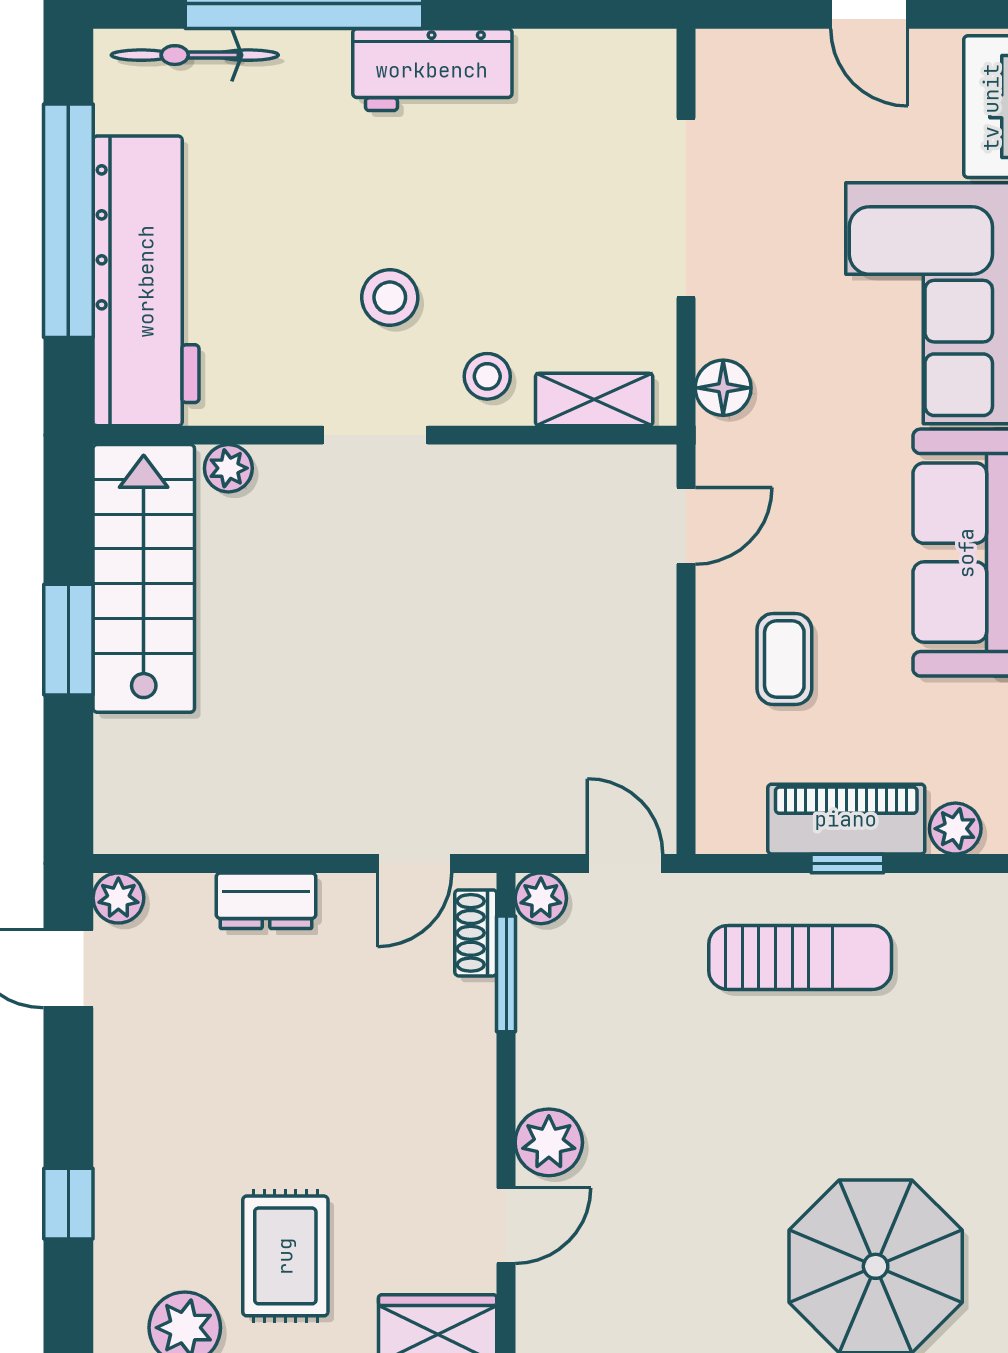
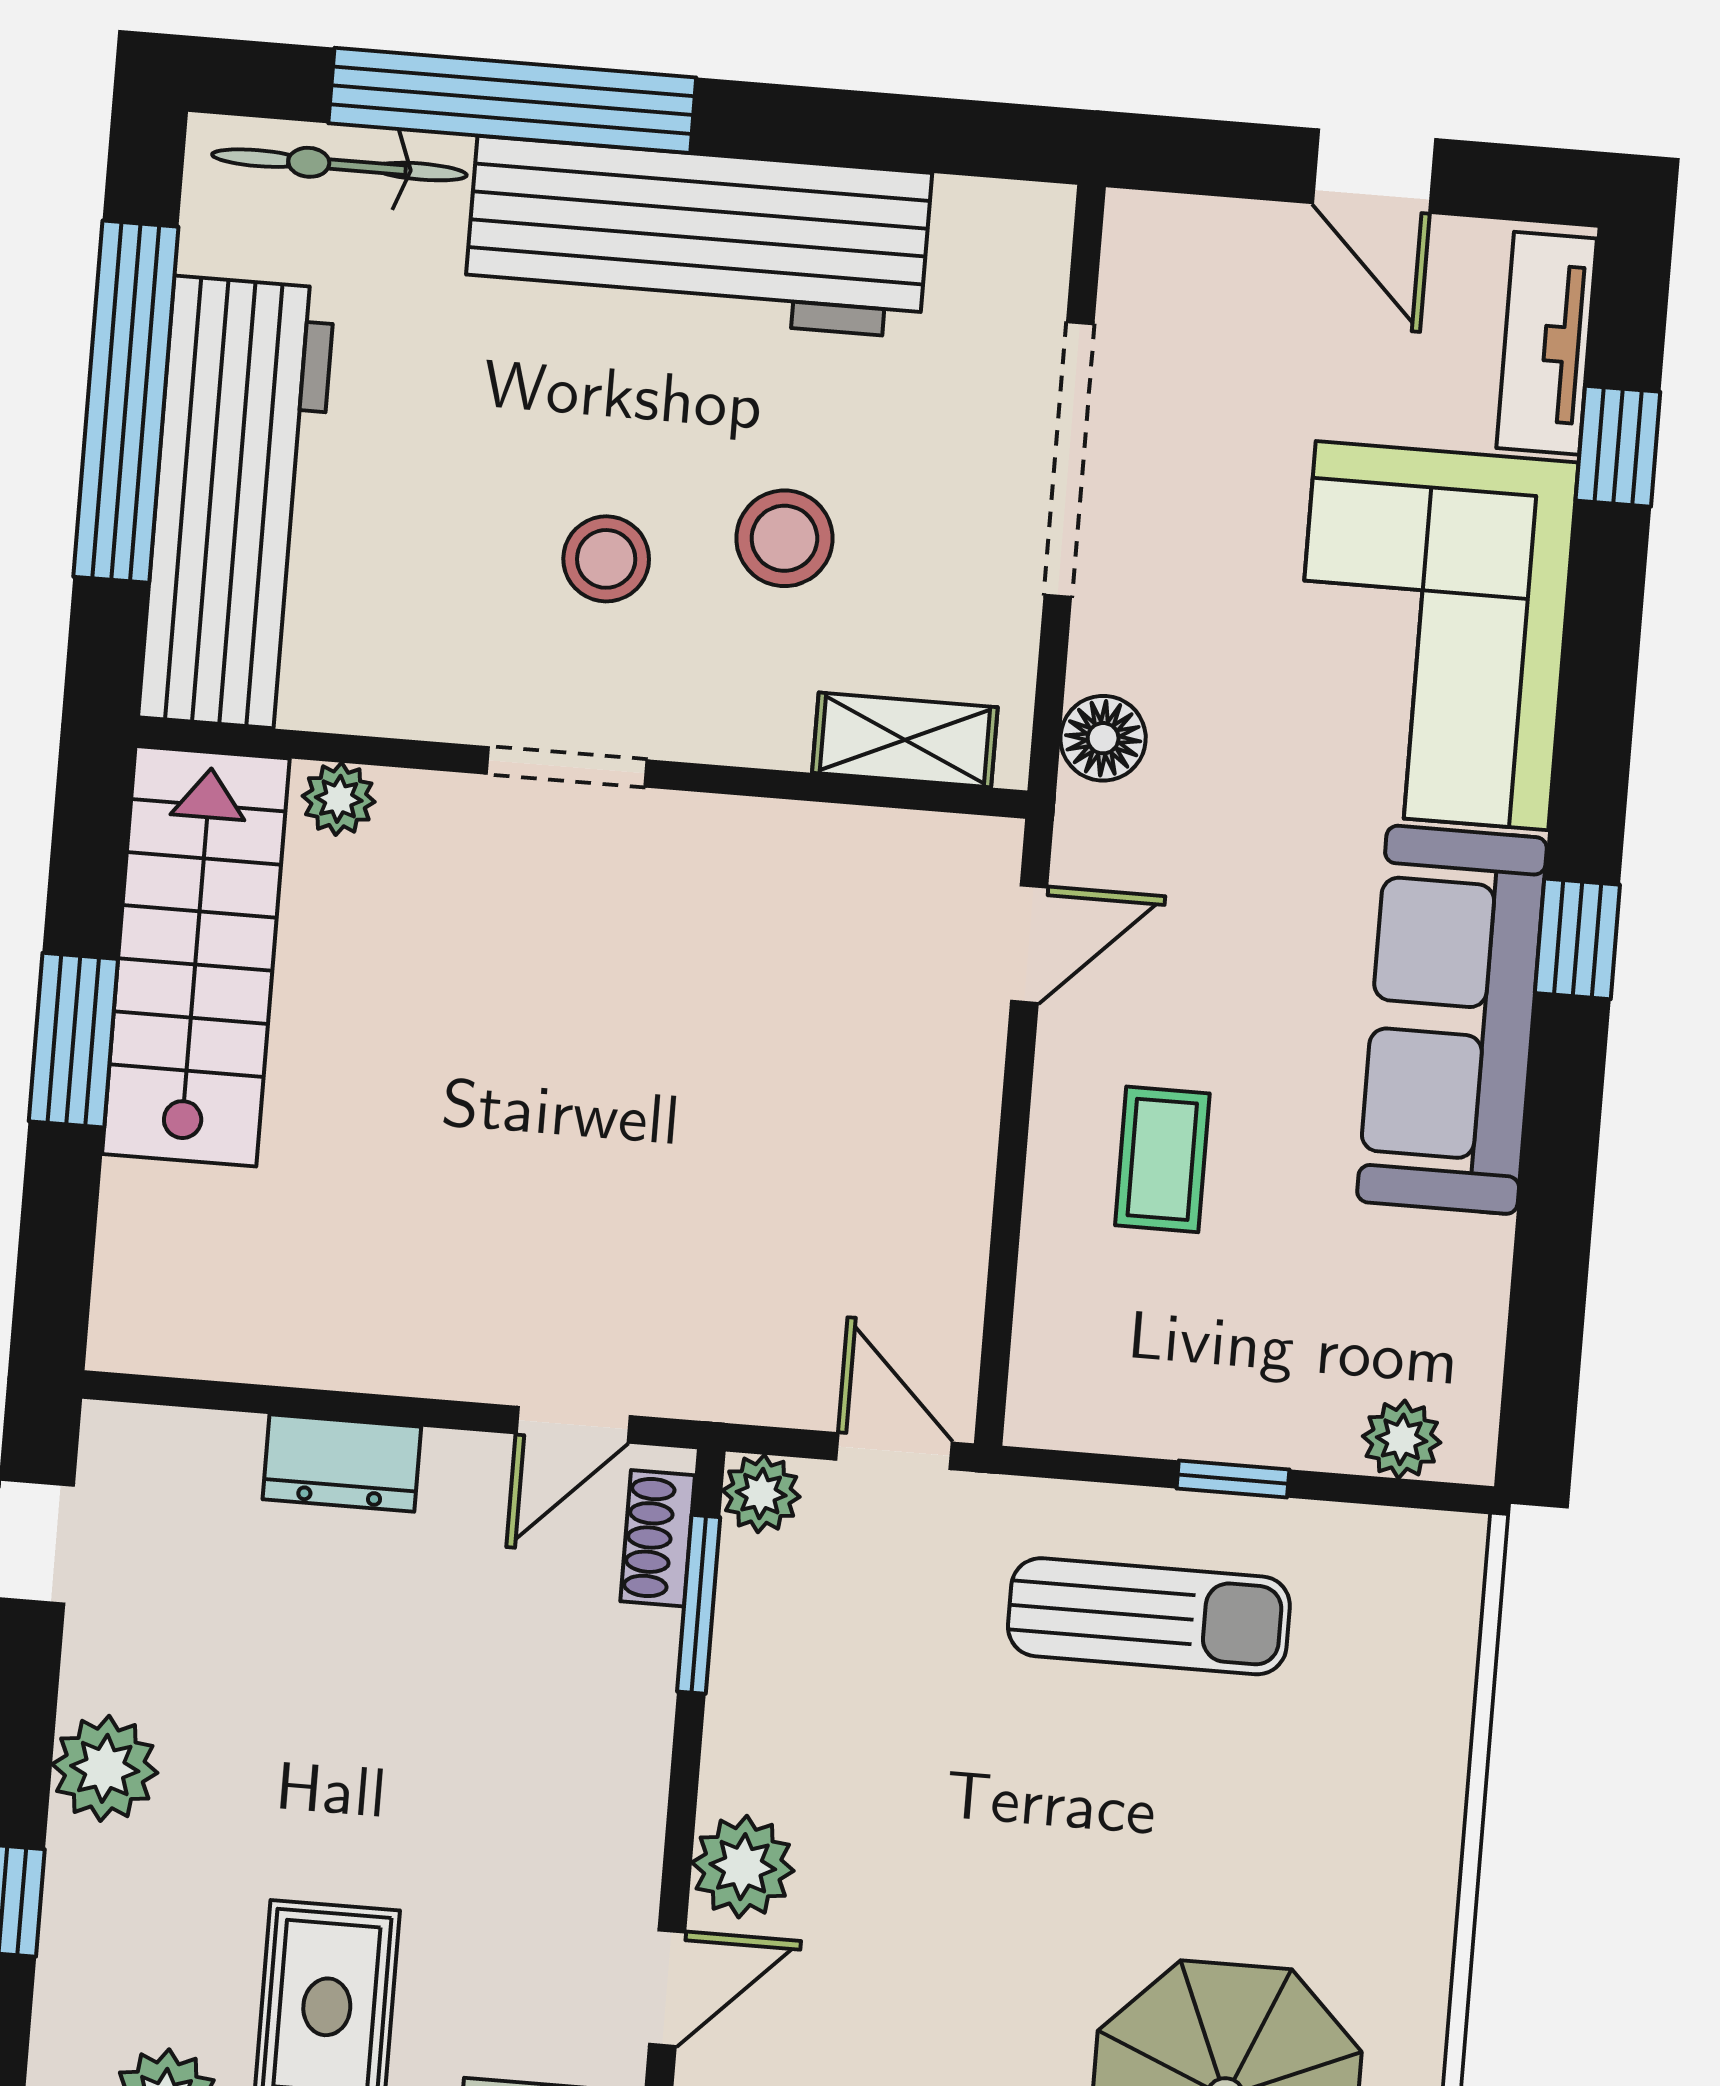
workbench: (432, 70) -> (698, 237), width x1.88, depth x1.32
stool: (487, 376) -> (784, 538), moved, width x1.37, depth x1.37
piano: (846, 819) -> (1237, 1411), removed
plant: (118, 898) -> (105, 1768), moved, width x1.38, depth x1.38

